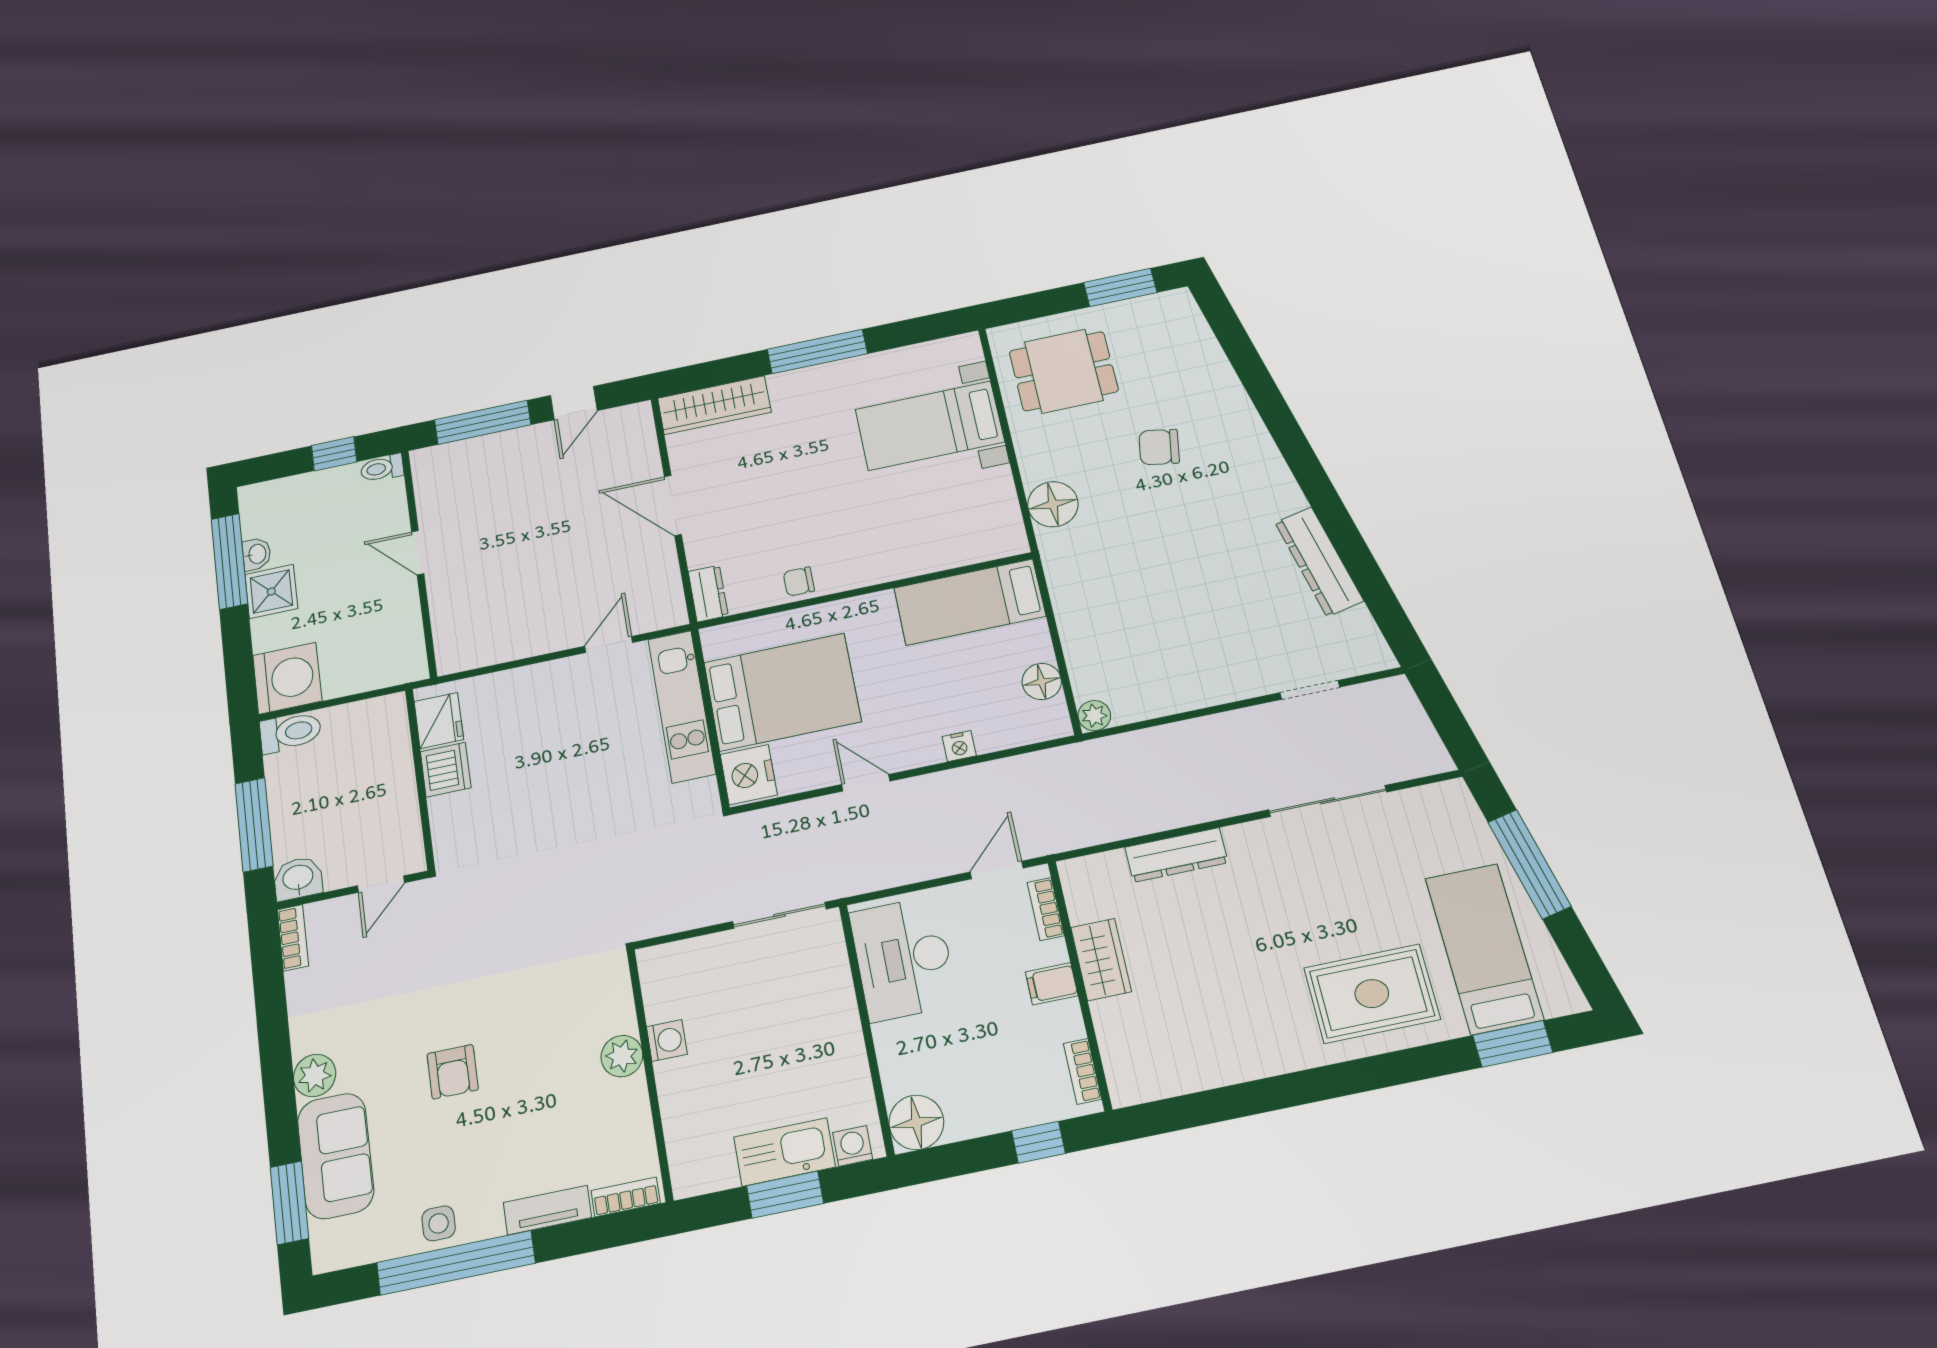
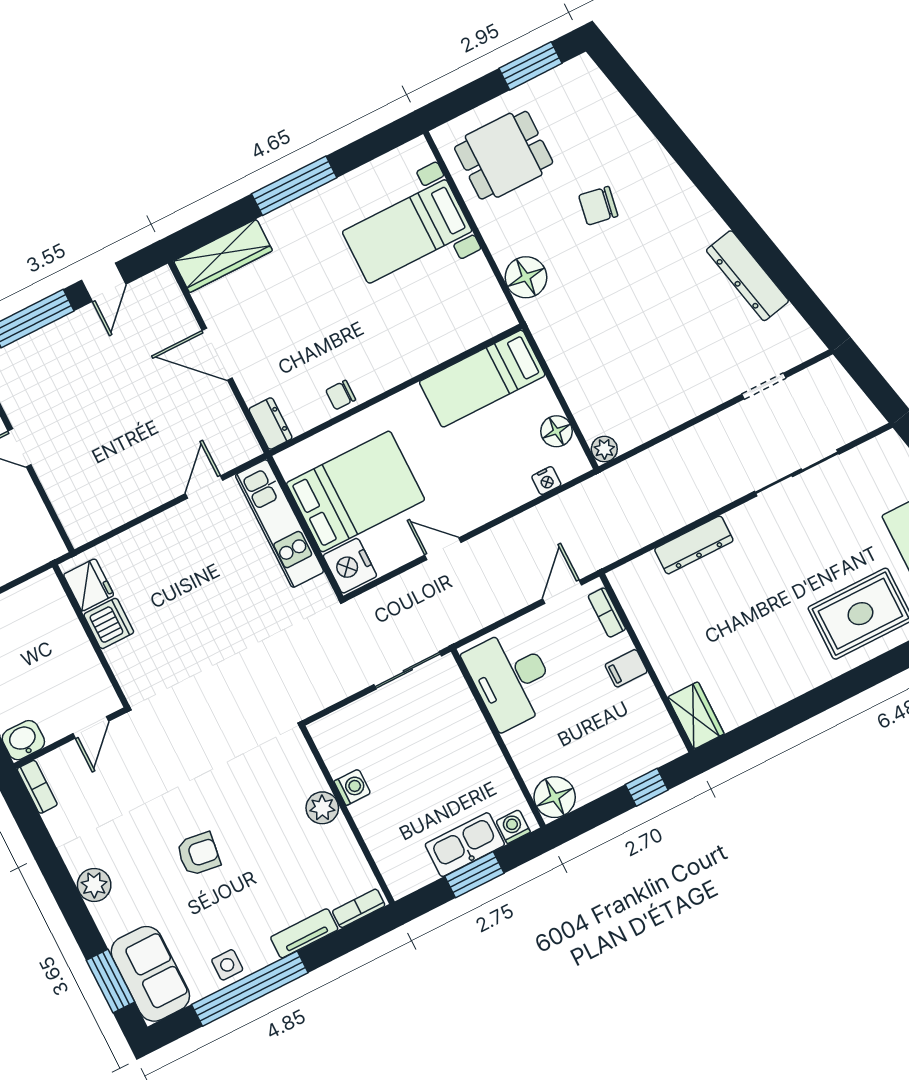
nightstand: (959, 746) -> (546, 481), moved
wardrobe: (1101, 959) -> (696, 715), moved
bookcase: (1082, 1071) -> (665, 727), removed
armchair: (453, 1072) -> (198, 854), turned -82
sofa: (336, 1156) -> (150, 974), moved

